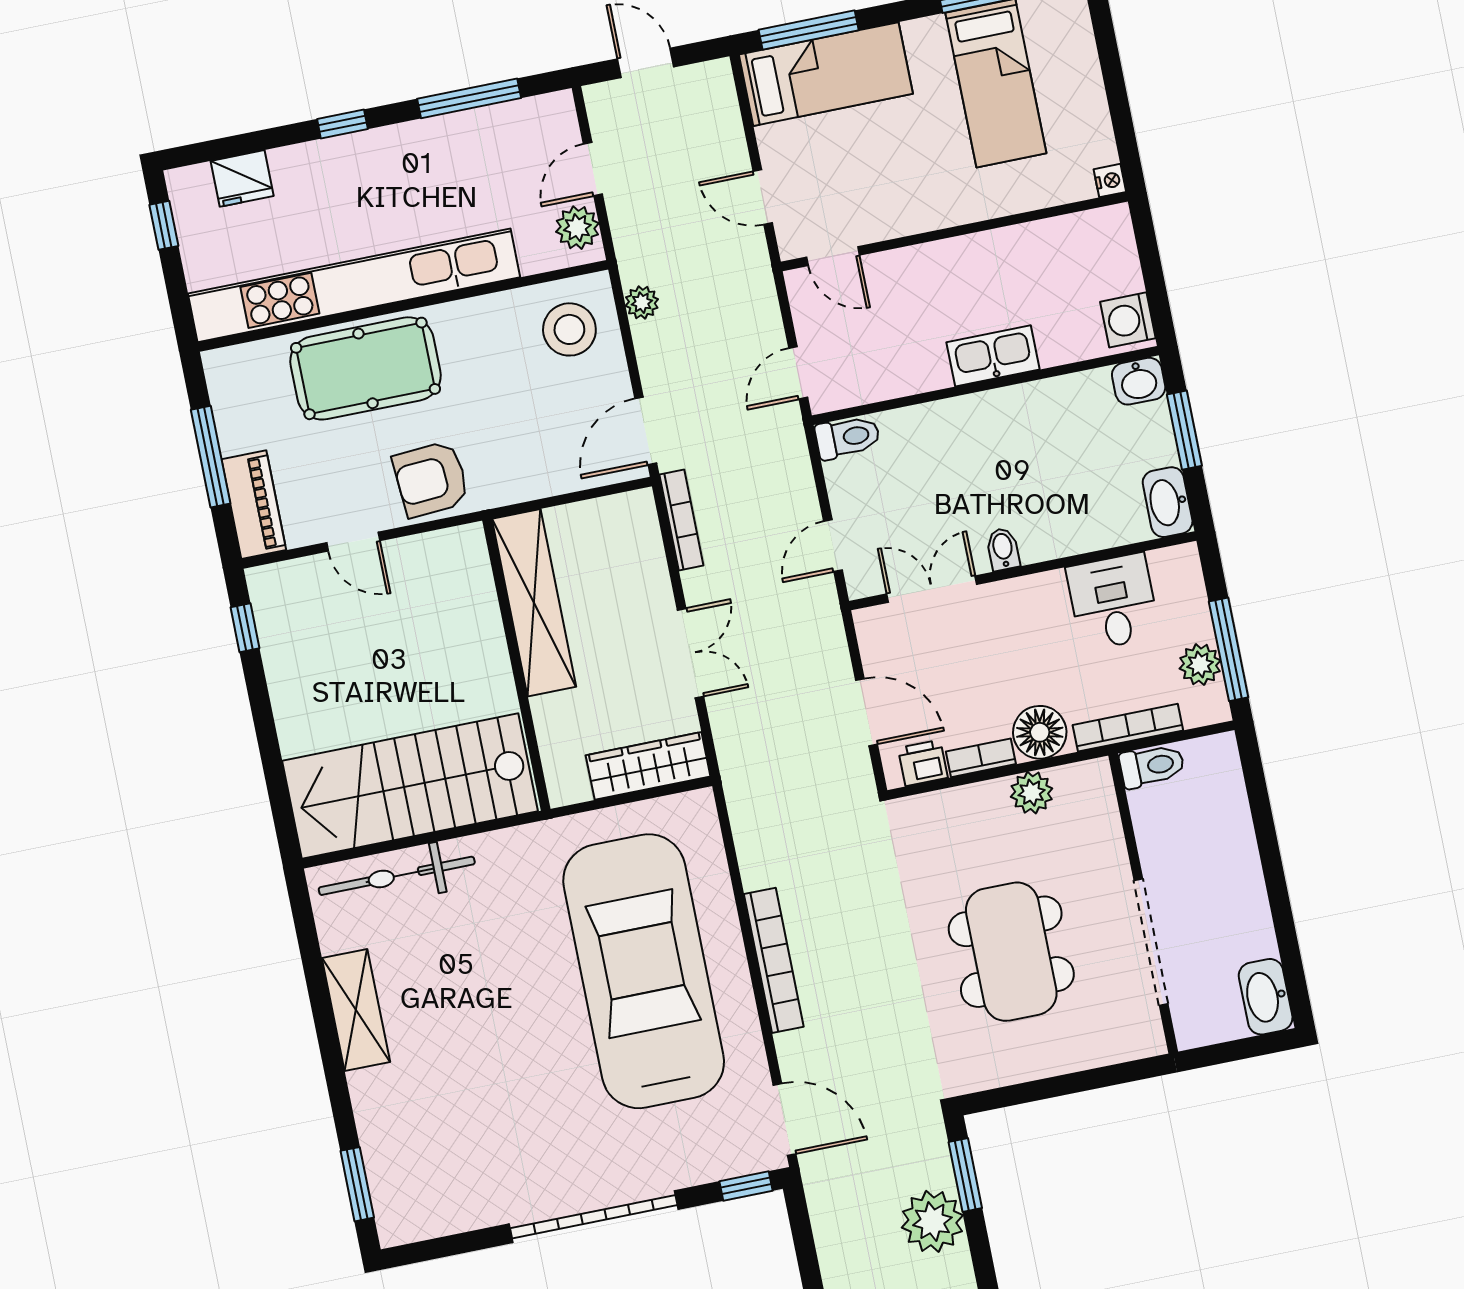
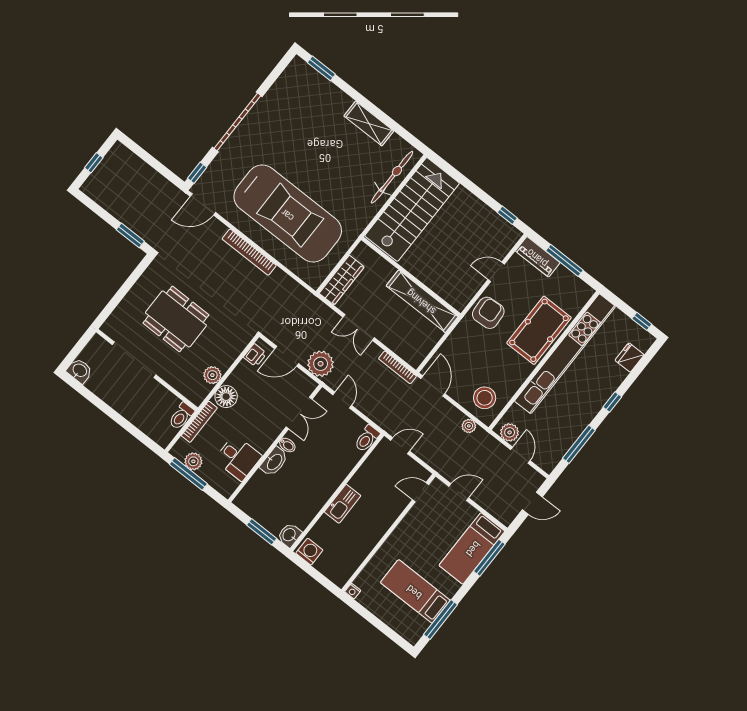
door: (798, 373) -> (400, 446), hinge flipped
washbasin: (1168, 502) -> (274, 462), moved, turned 90
bookcase: (981, 758) -> (238, 373), removed
washbasin: (1266, 997) -> (79, 371), width x0.72
plant: (932, 1221) -> (321, 364), moved

